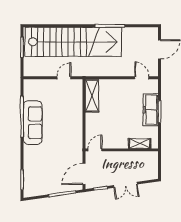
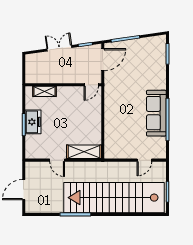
door: (64, 78) -> (144, 160), moved
door: (142, 78) -> (57, 160), moved
shelving: (92, 96) -> (84, 152), moved, turned 90
freezer: (151, 110) -> (33, 122), width x0.71

